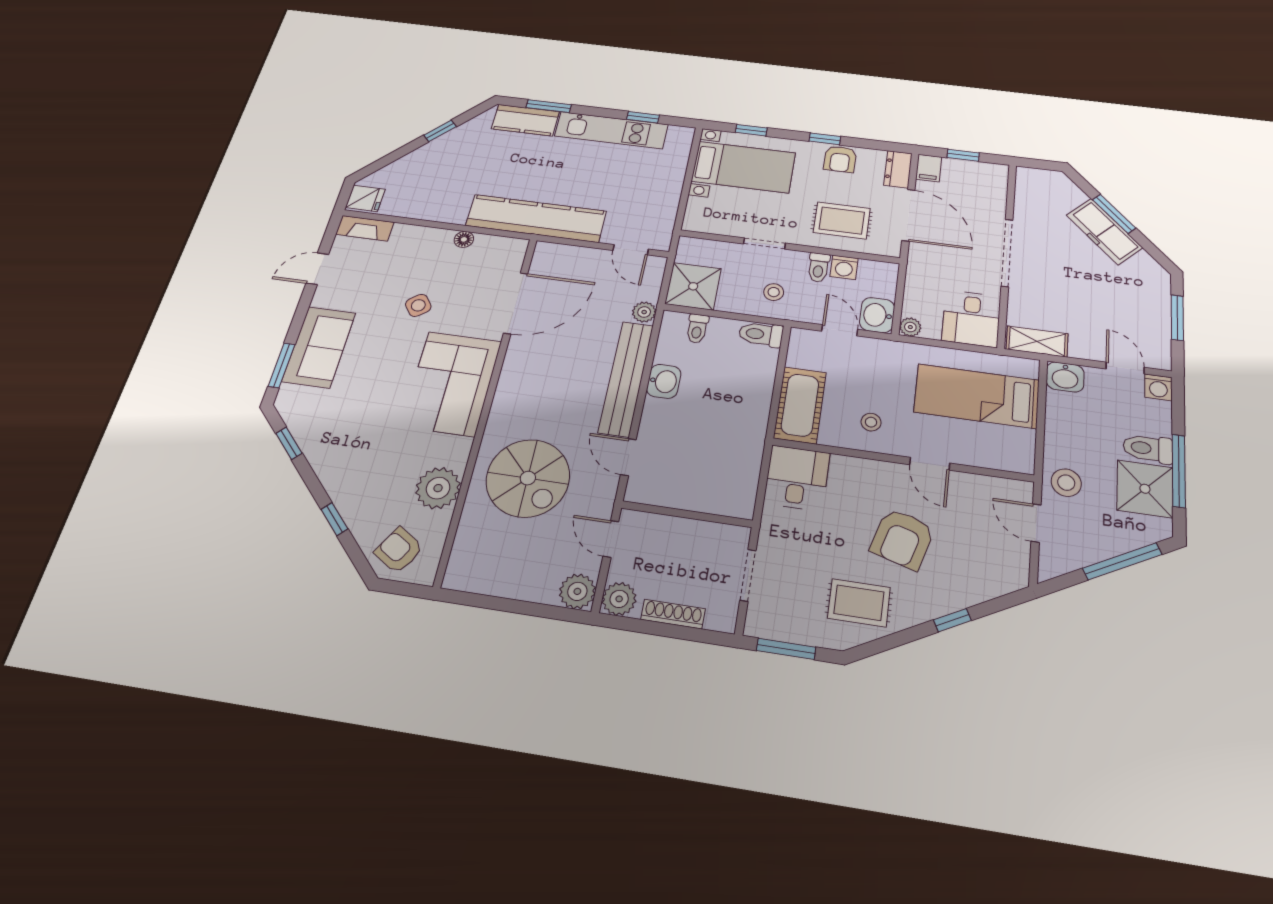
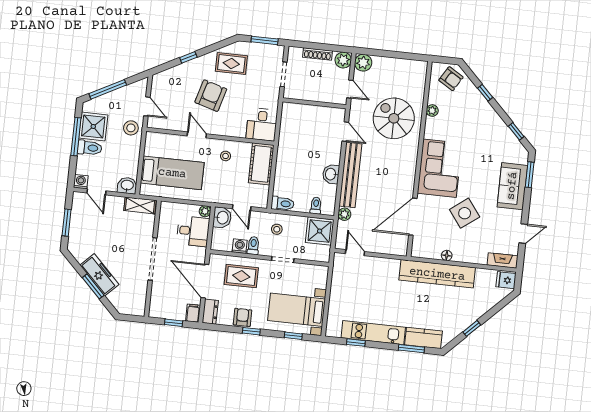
kitchen counter: (536, 218) -> (437, 274), moved
side table: (418, 305) -> (465, 213), width x1.87, depth x1.87
desk: (971, 319) -> (193, 231), moved, turned 90
plant: (438, 488) -> (432, 111), width x0.53, depth x0.53

